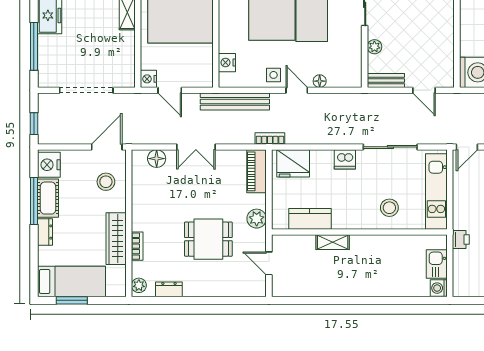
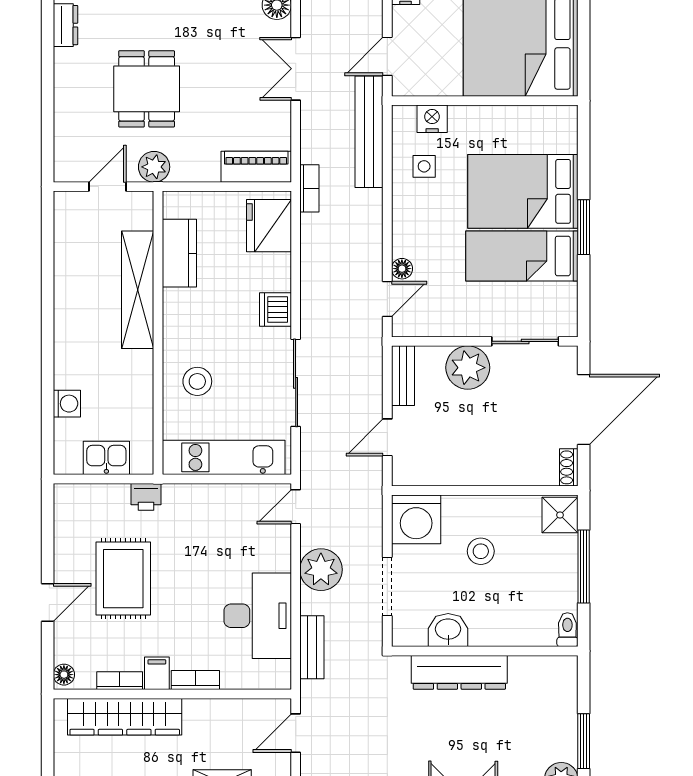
plant: (374, 47) -> (468, 368), width x1.88, depth x1.88
side table: (274, 75) -> (424, 166), moved
door: (170, 90) -> (387, 56), moved
door: (297, 90) -> (387, 299), moved
door: (467, 147) -> (296, 507), hinge flipped
plant: (257, 219) -> (154, 167), moved
shelving: (333, 242) -> (138, 290), width x2.20, depth x1.33
washing machine: (439, 288) -> (67, 404), moved, turned 90

